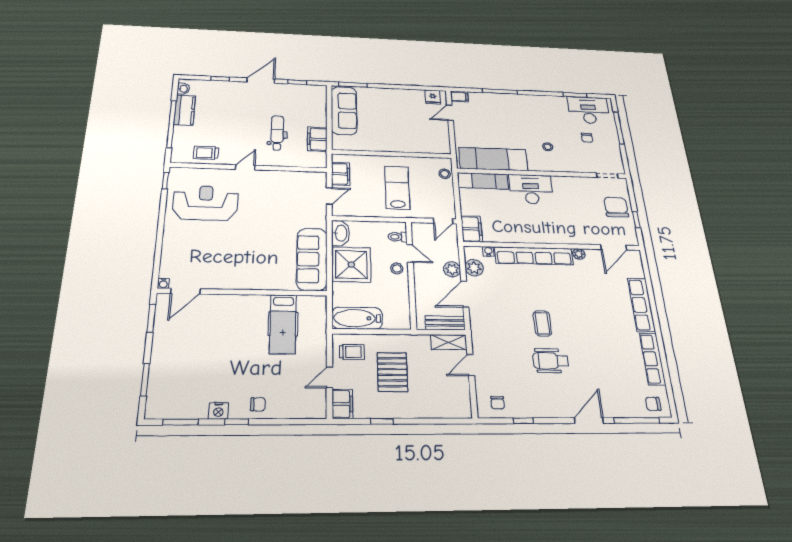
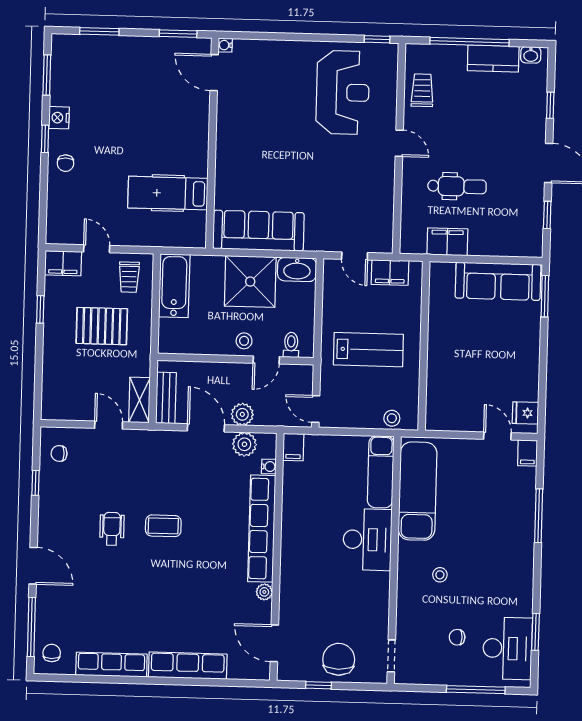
chair: (616, 207) -> (339, 659), turned -90
filing cabinet: (472, 229) -> (293, 447), width x0.50
wheelchair: (551, 361) -> (112, 529), width x0.73, depth x0.73

